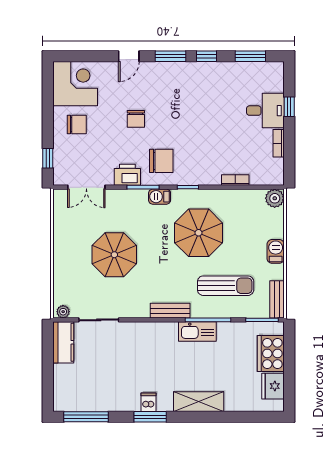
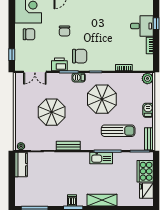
bench: (170, 311) -> (68, 146), moved

